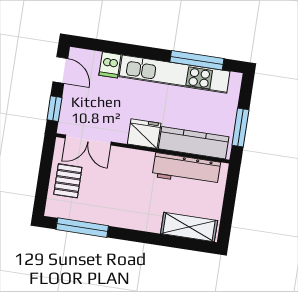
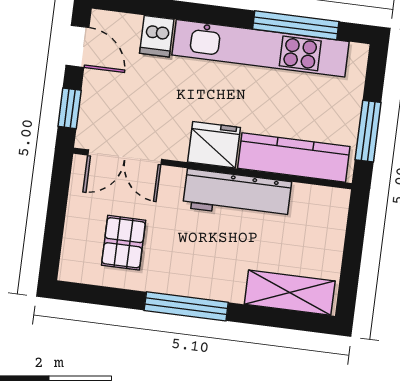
workbench: (186, 169) -> (237, 195), moved
pallet: (68, 181) -> (124, 243), moved
window: (82, 228) -> (186, 306), moved

